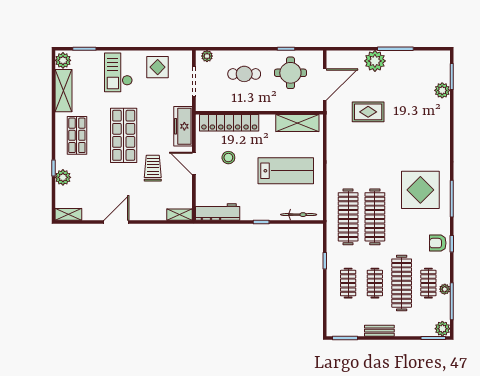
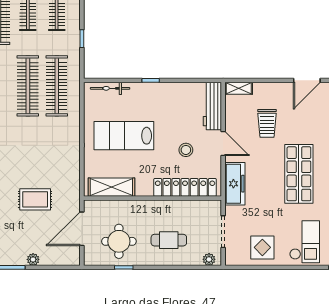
plant: (375, 61) -> (33, 259), width x0.53, depth x0.53
trolley: (153, 168) -> (267, 123), moved
workbench: (218, 212) -> (212, 106), moved, turned 90

